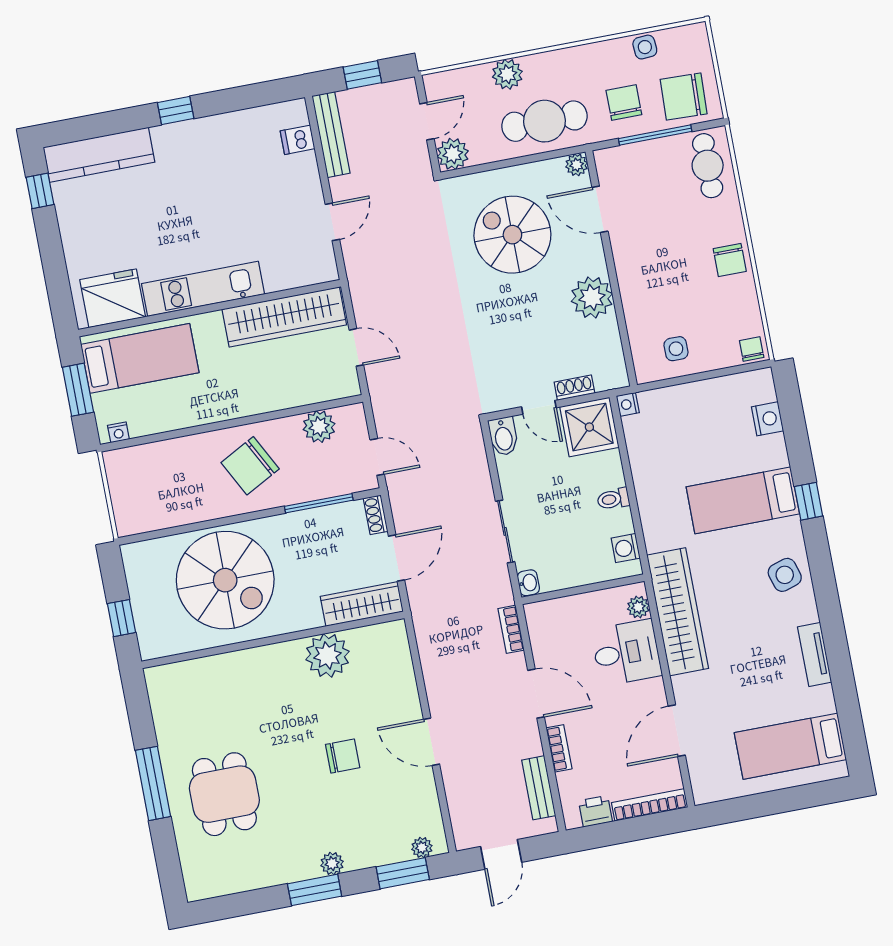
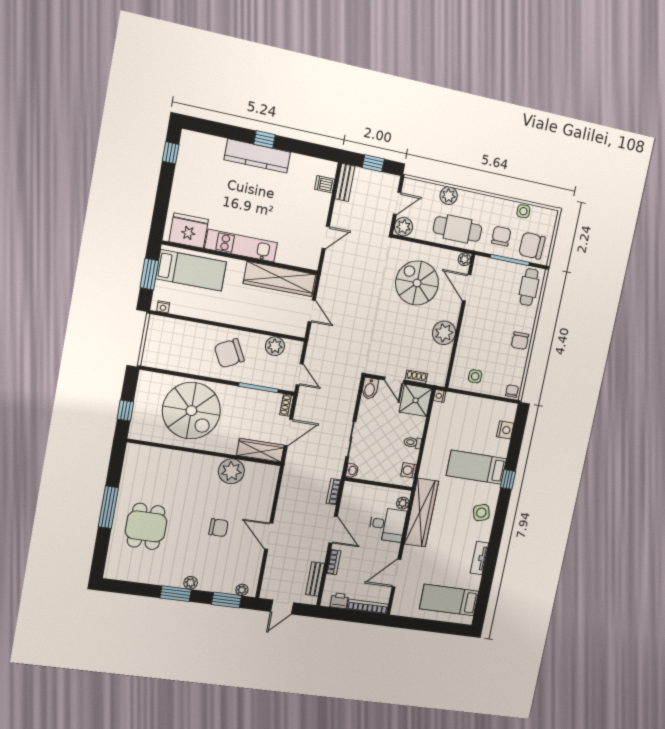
bench: (331, 135) -> (345, 182), width x0.73
kitchen counter: (99, 155) -> (257, 156), moved

